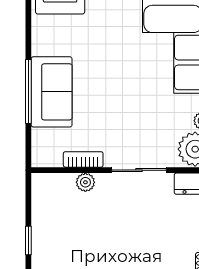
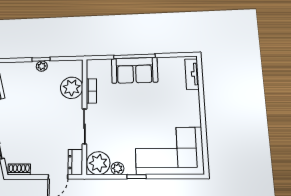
plant: (85, 182) -> (72, 88), width x1.87, depth x1.87
plant: (40, 239) -> (42, 66), added

